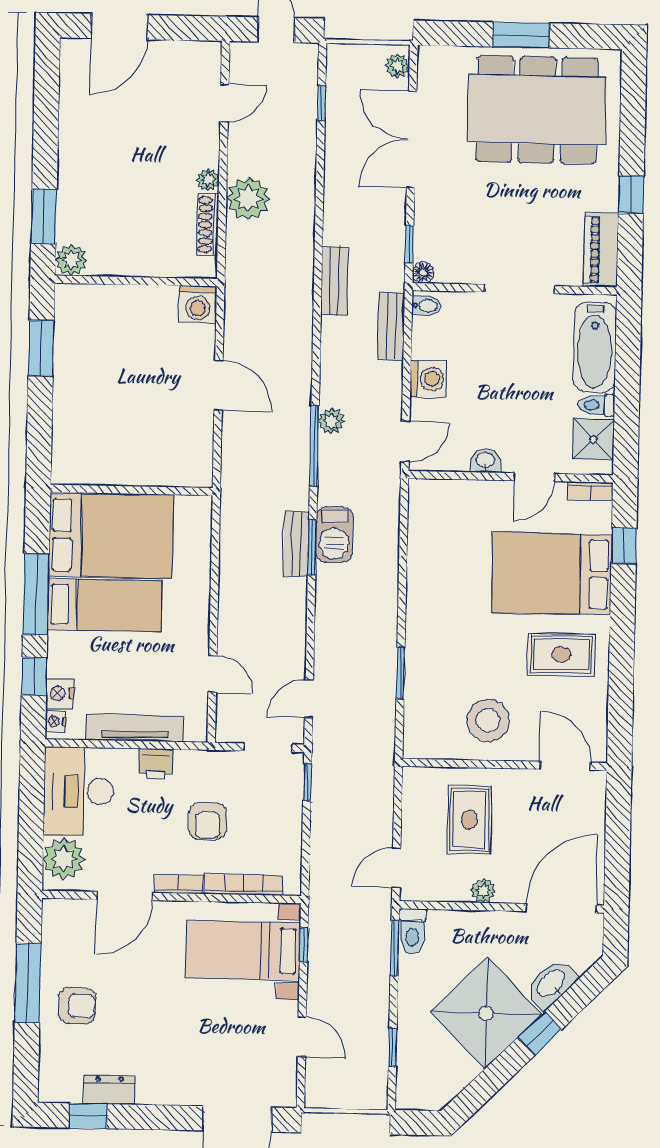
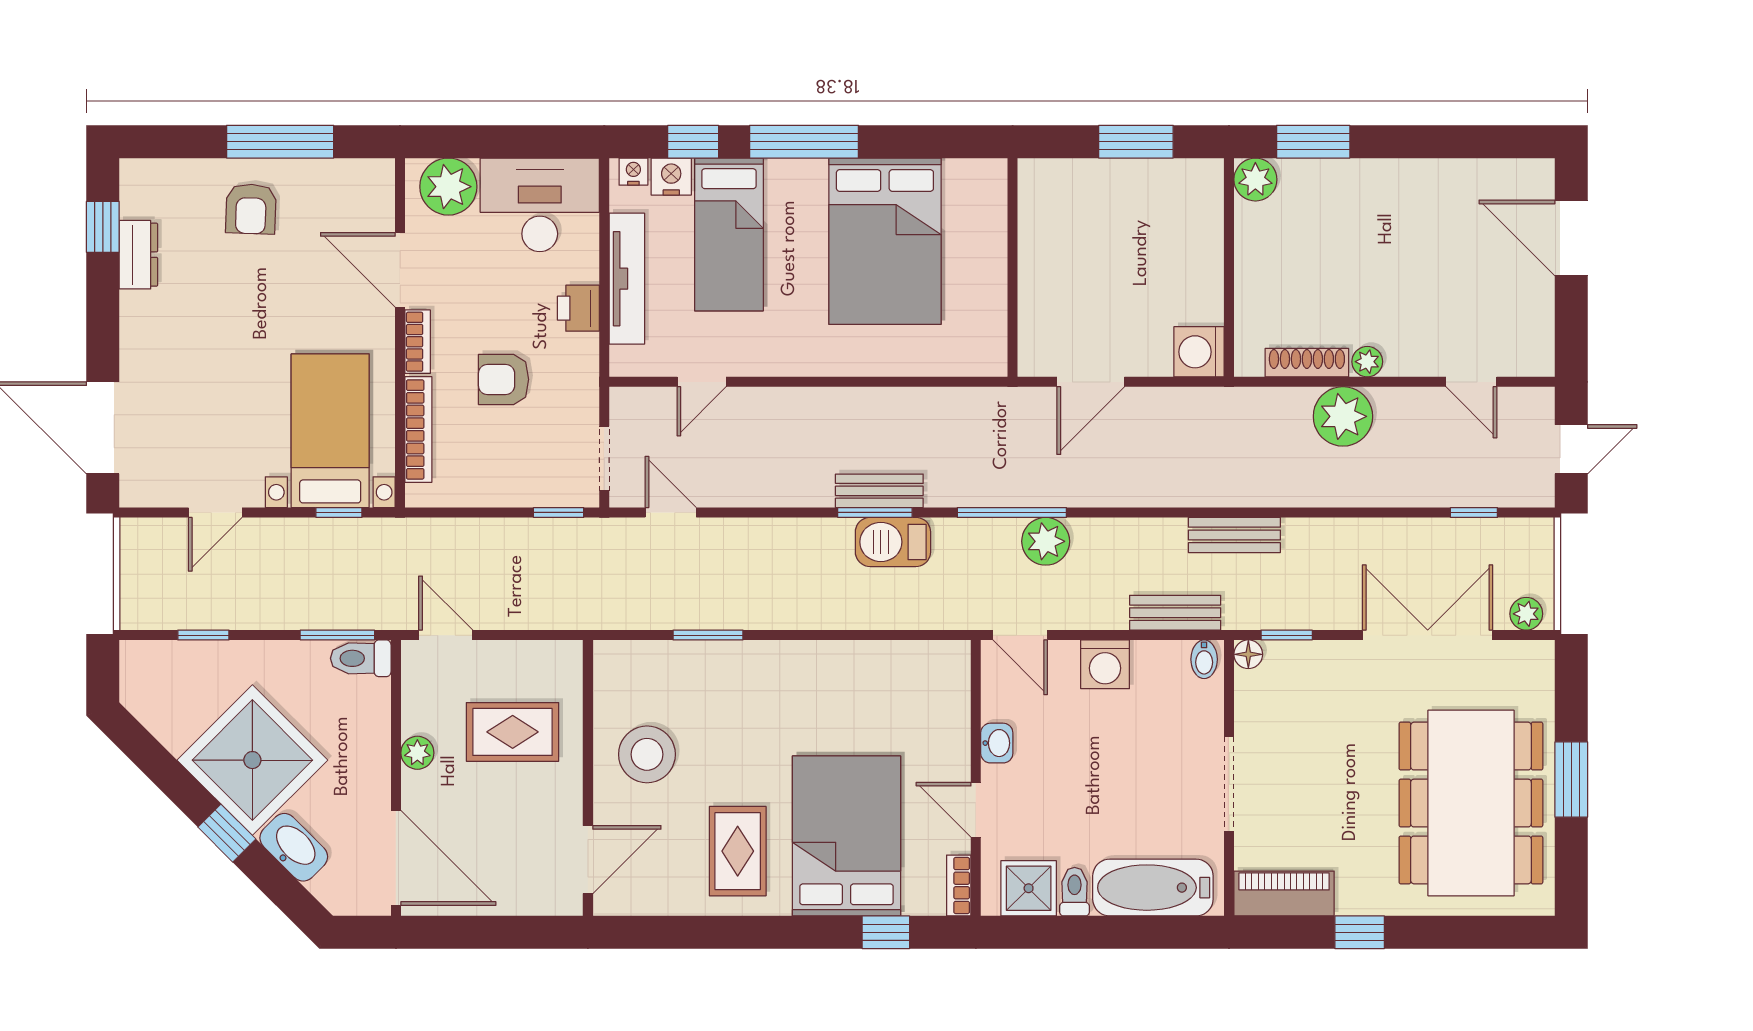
plant: (331, 421) -> (1046, 541), width x1.38, depth x1.38
wall: (131, 490) -> (1013, 267), moved
bed: (105, 605) -> (729, 234), moved

